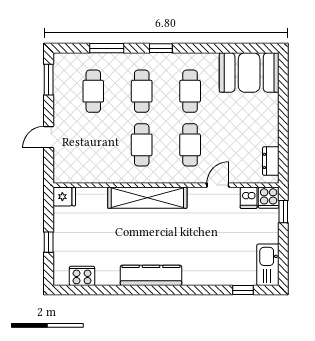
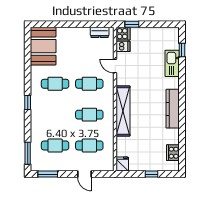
window: (107, 48) -> (28, 153), moved
cafe table: (142, 91) -> (89, 146), moved
kitchen sink: (268, 265) -> (172, 63), moved, turned 90

